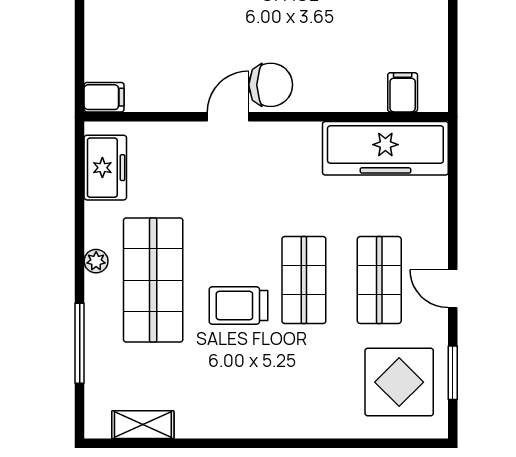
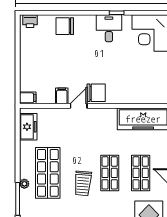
filing cabinet: (403, 92) -> (62, 96), moved
plant: (96, 261) -> (24, 184), moved
trolley: (238, 306) -> (83, 183), turned -85

